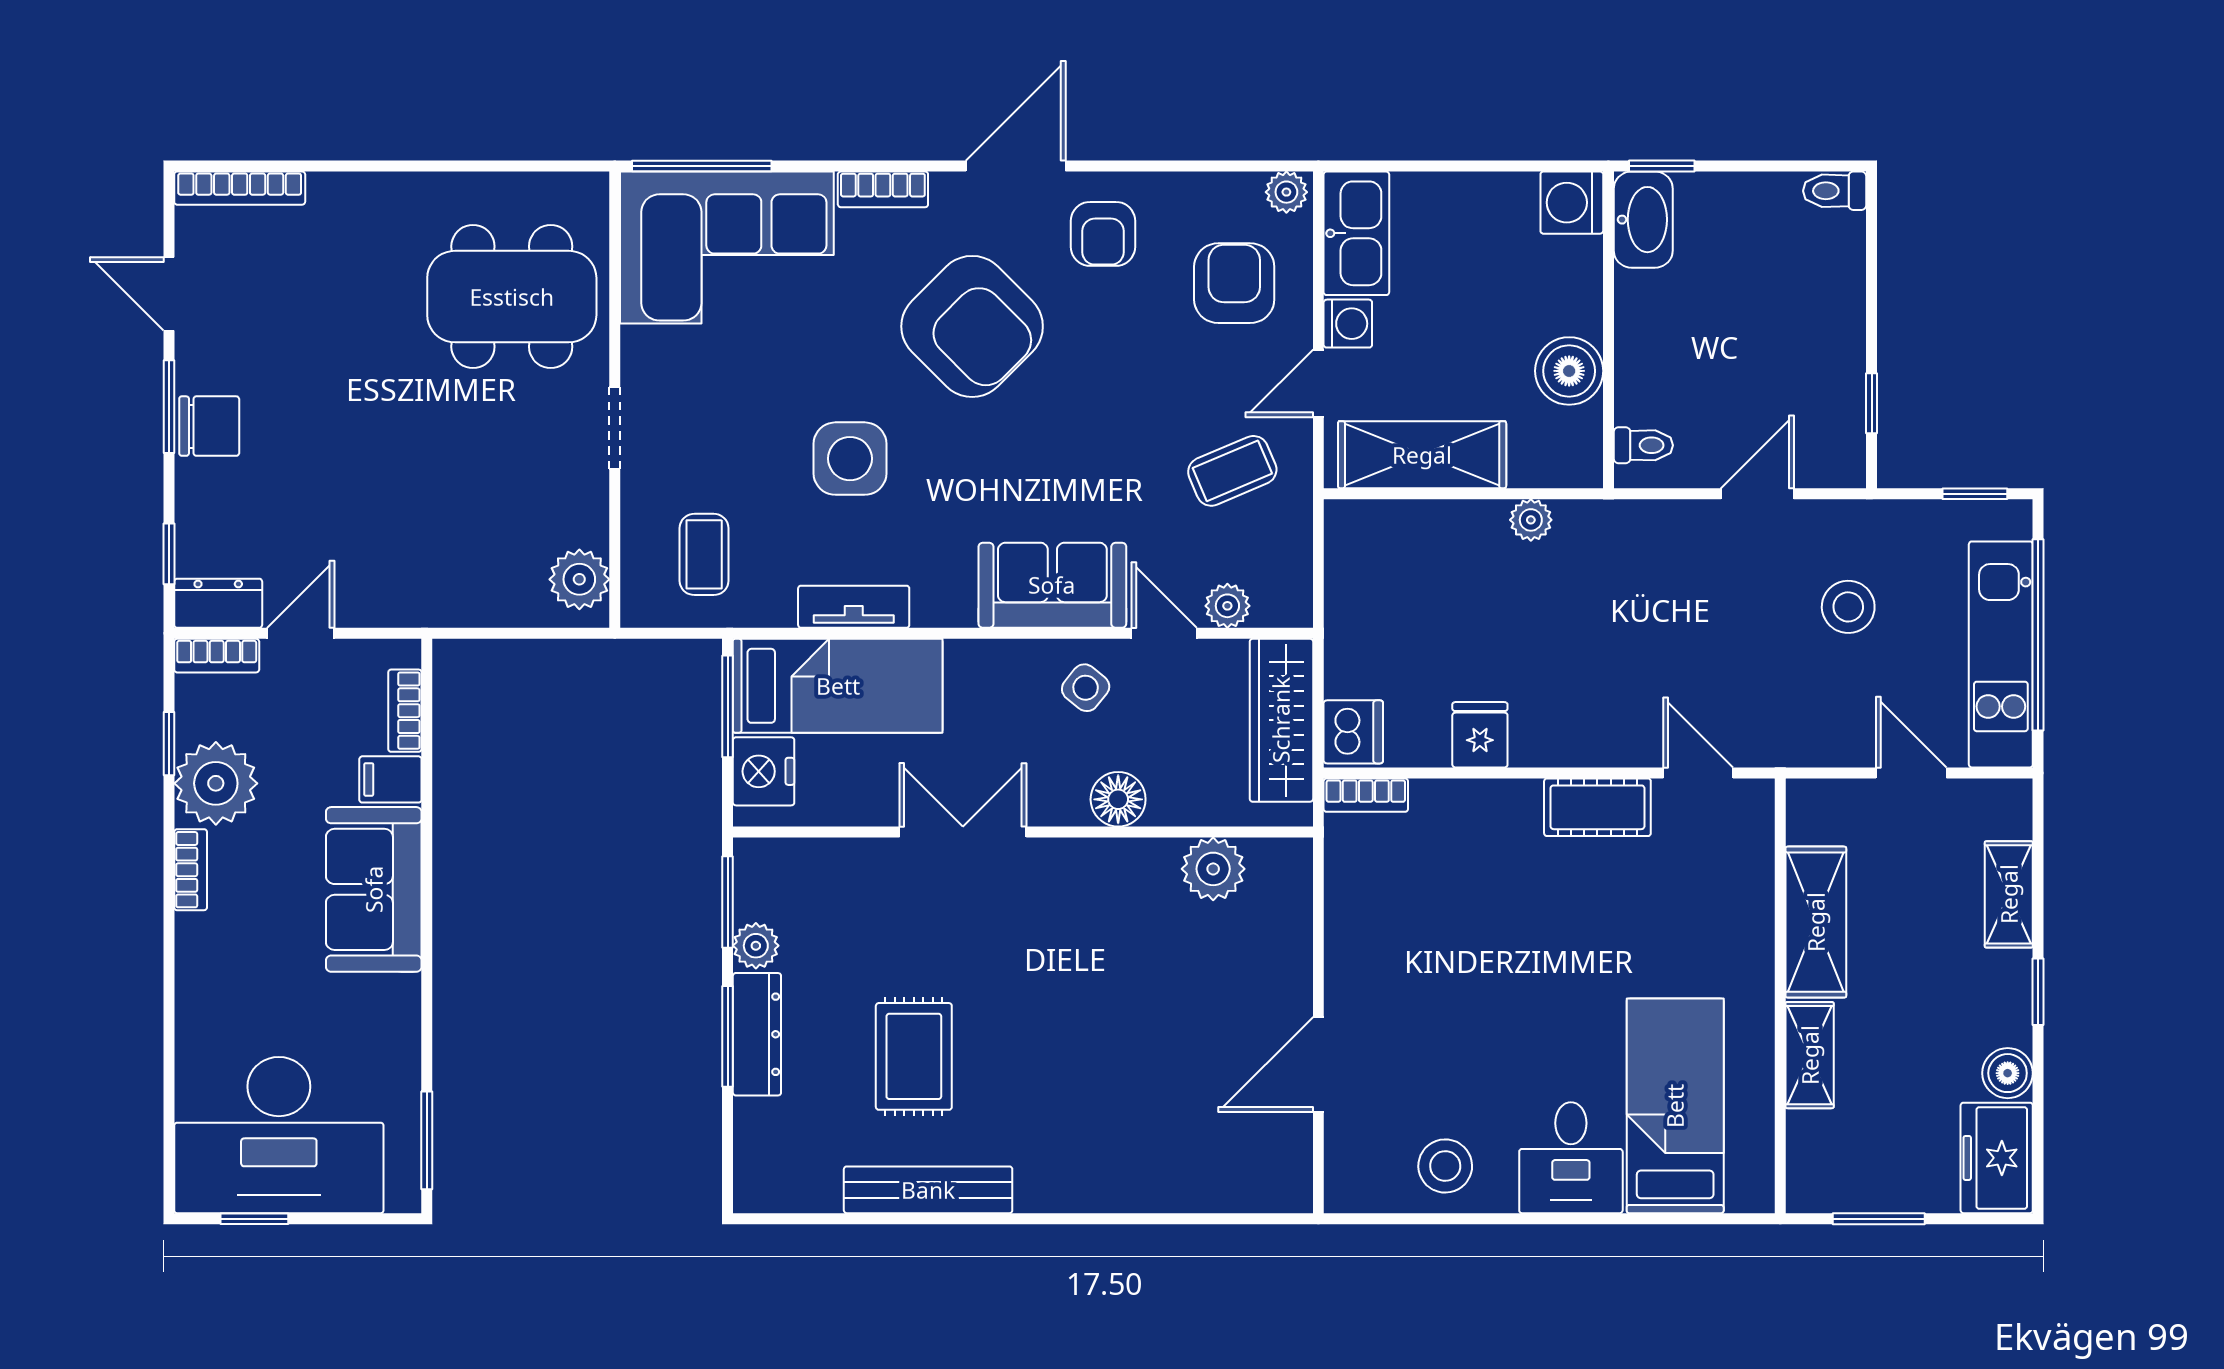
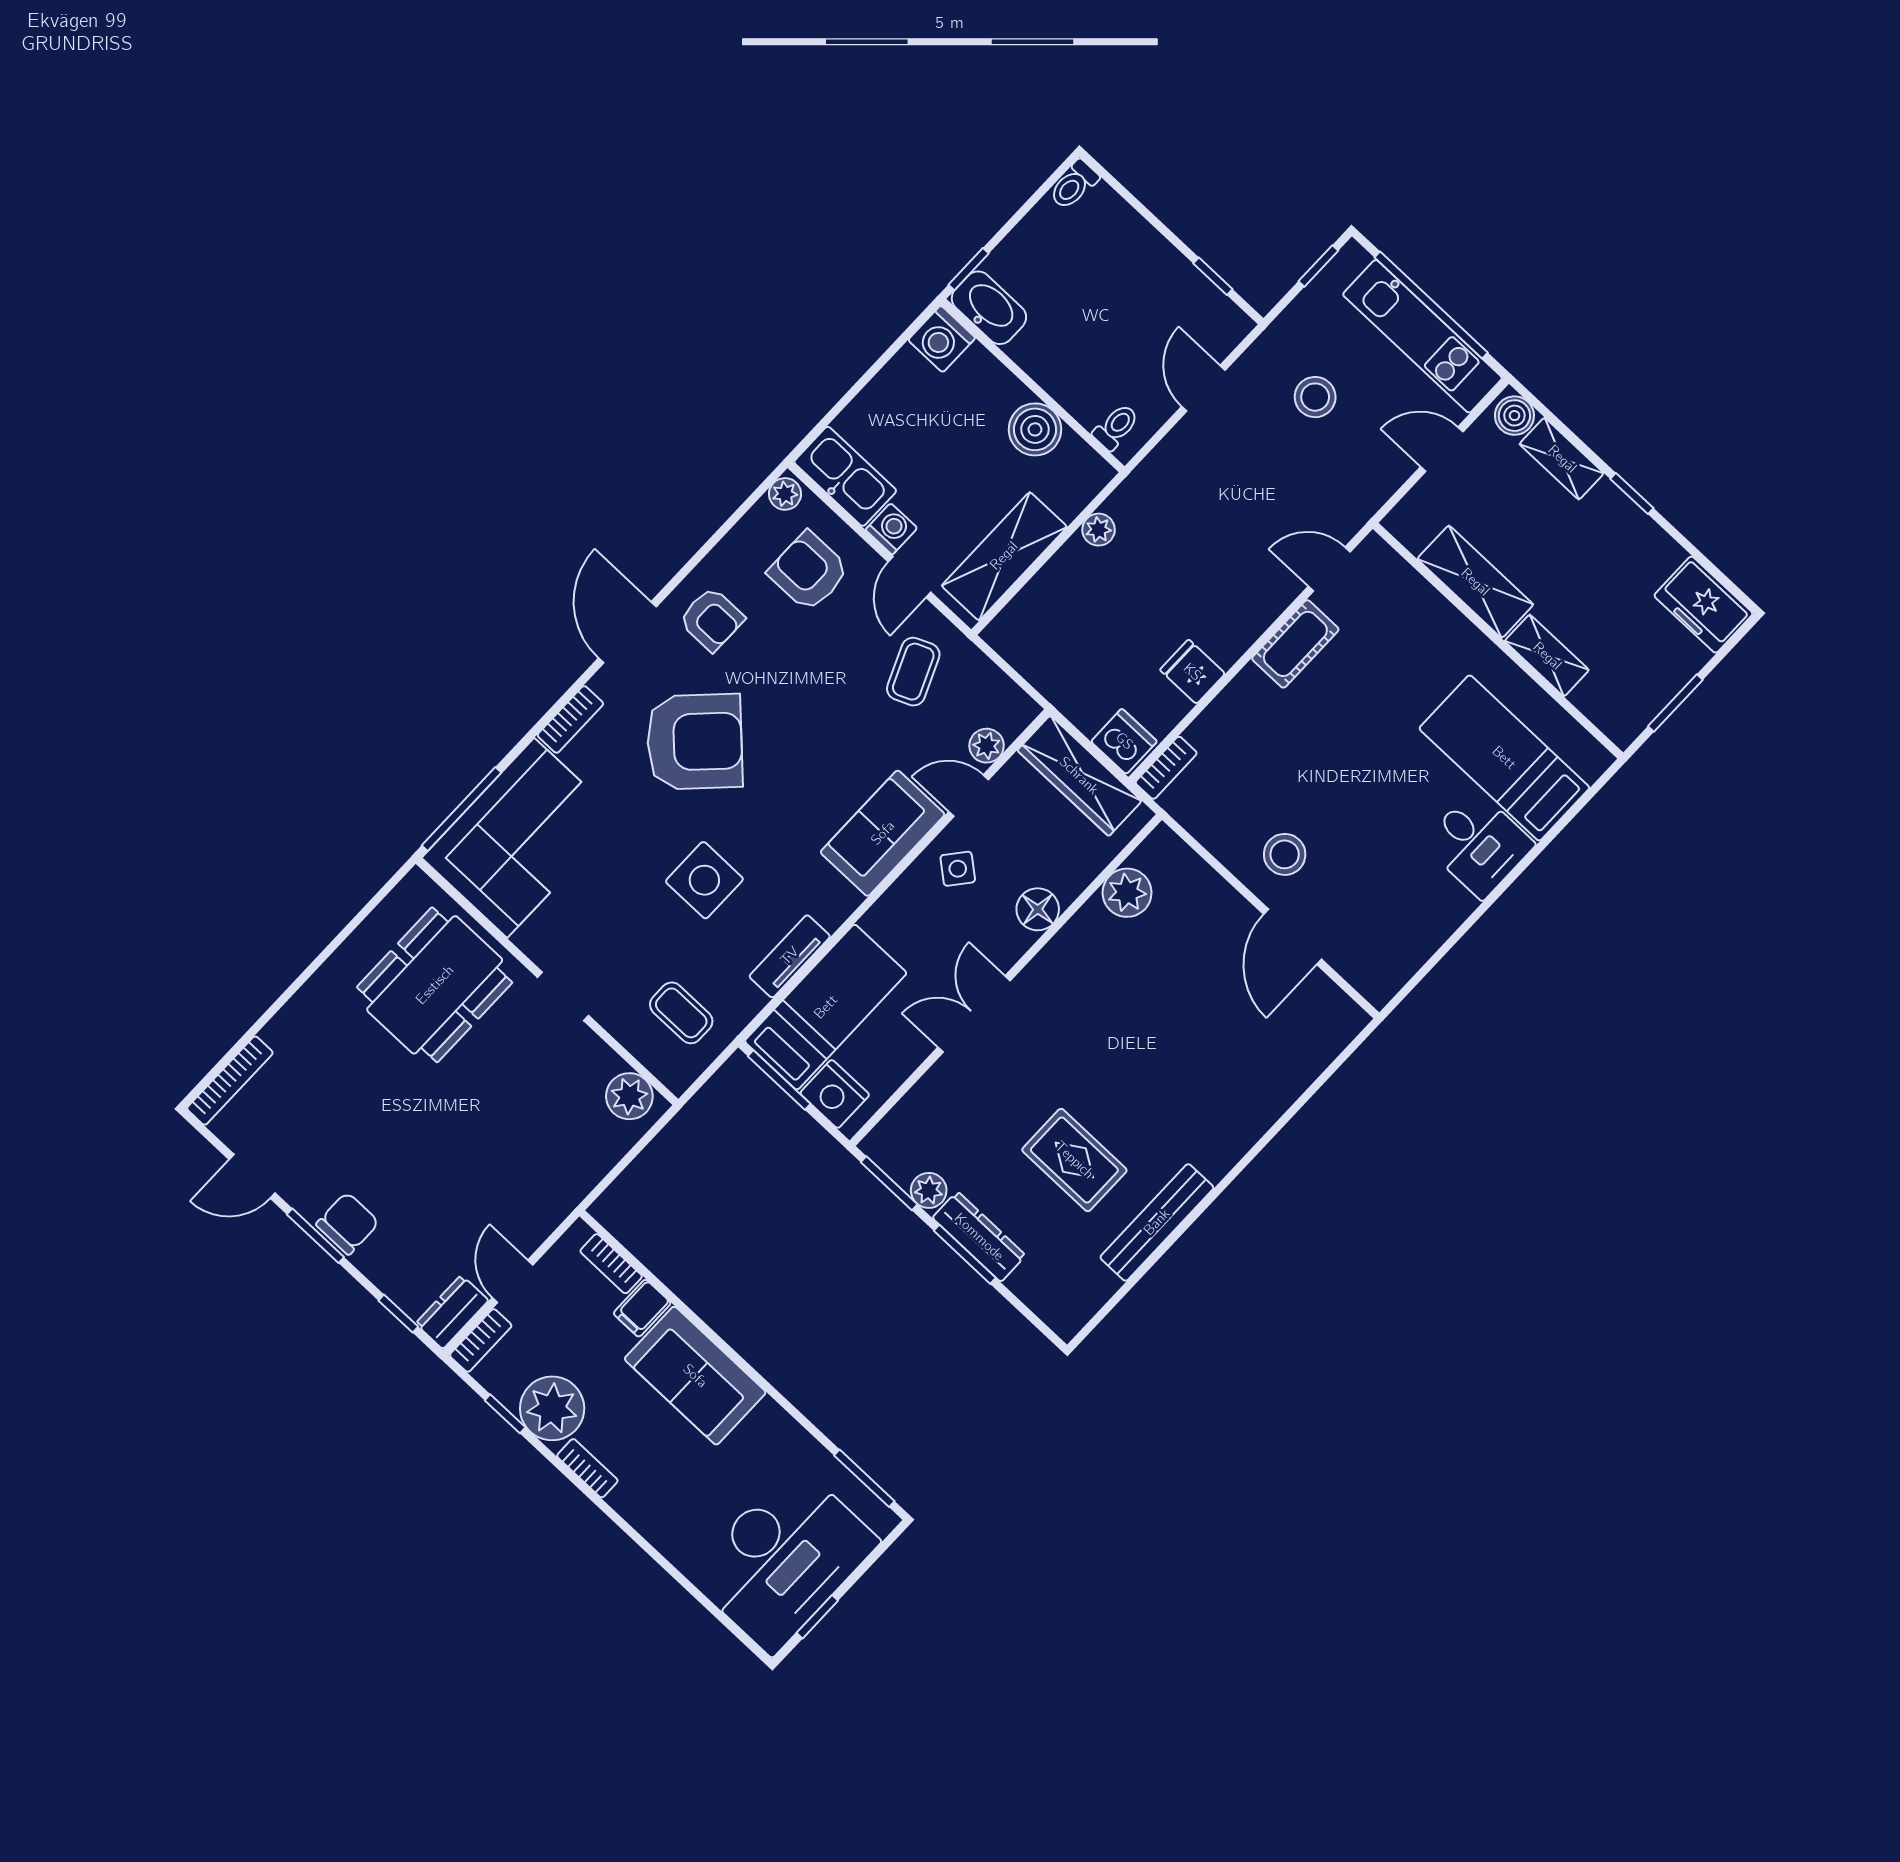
boiler: (2008, 1073) -> (1514, 416), moved
stool: (1445, 1166) -> (1285, 854), moved

